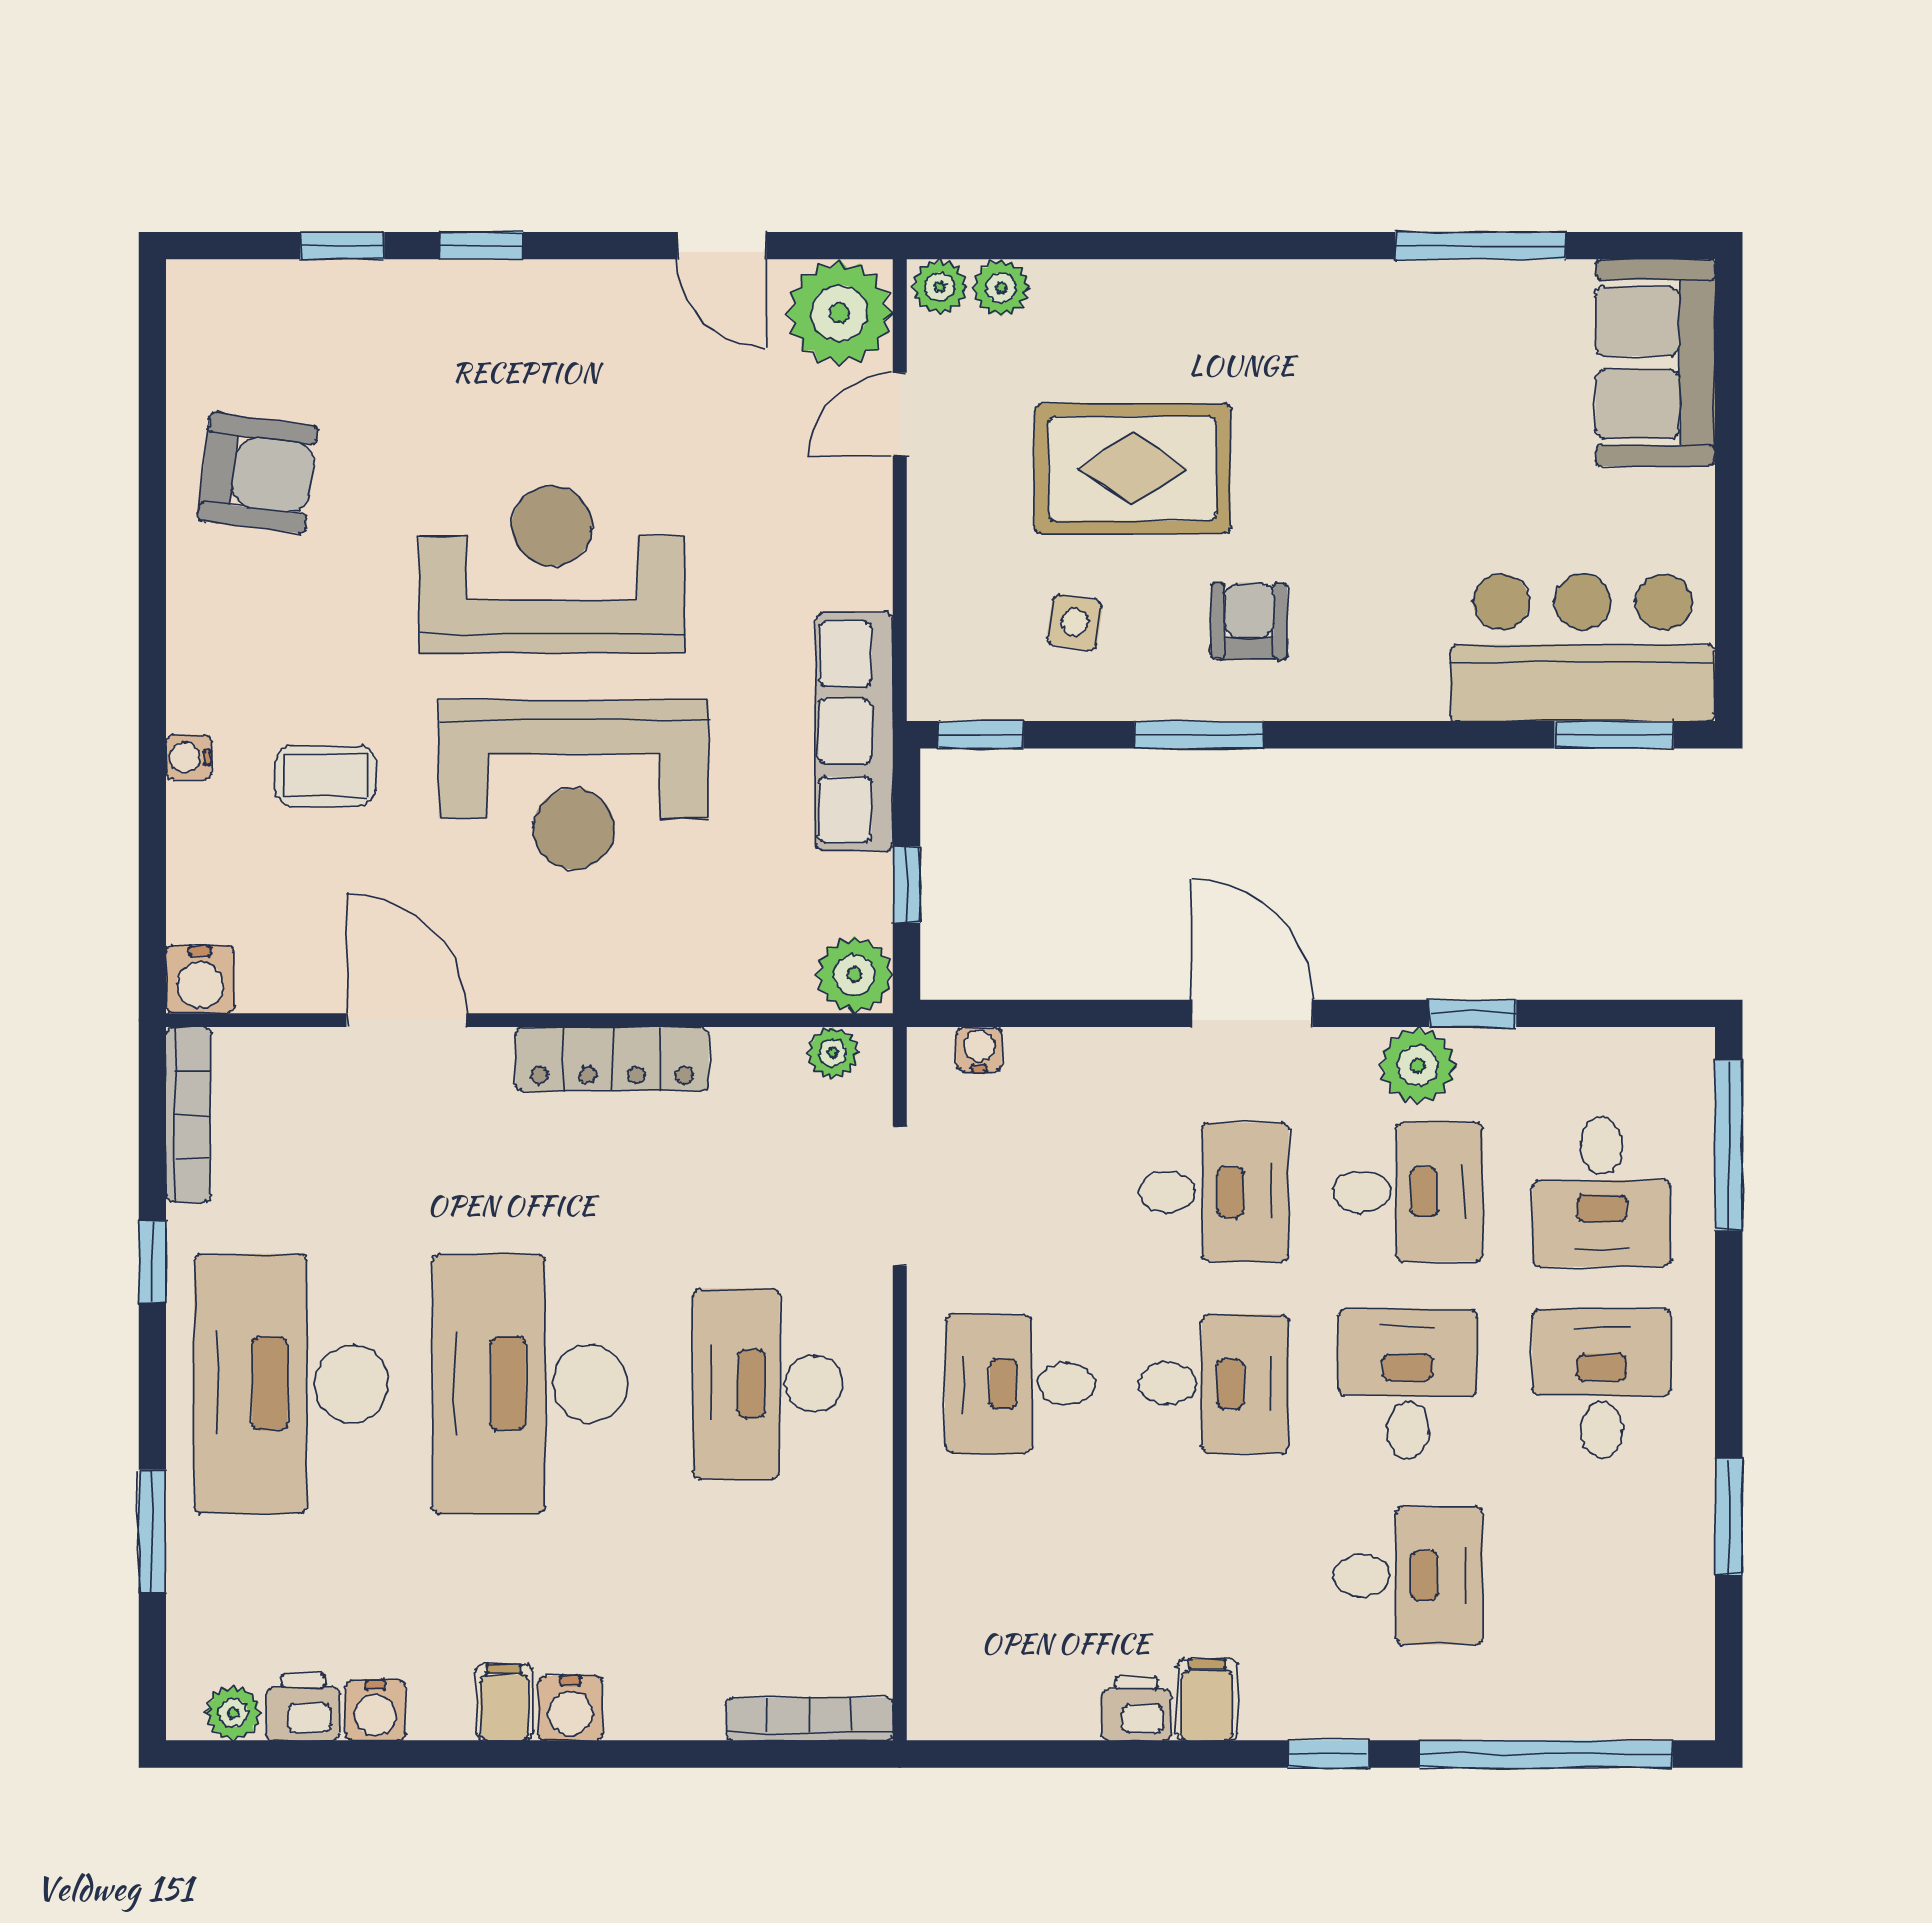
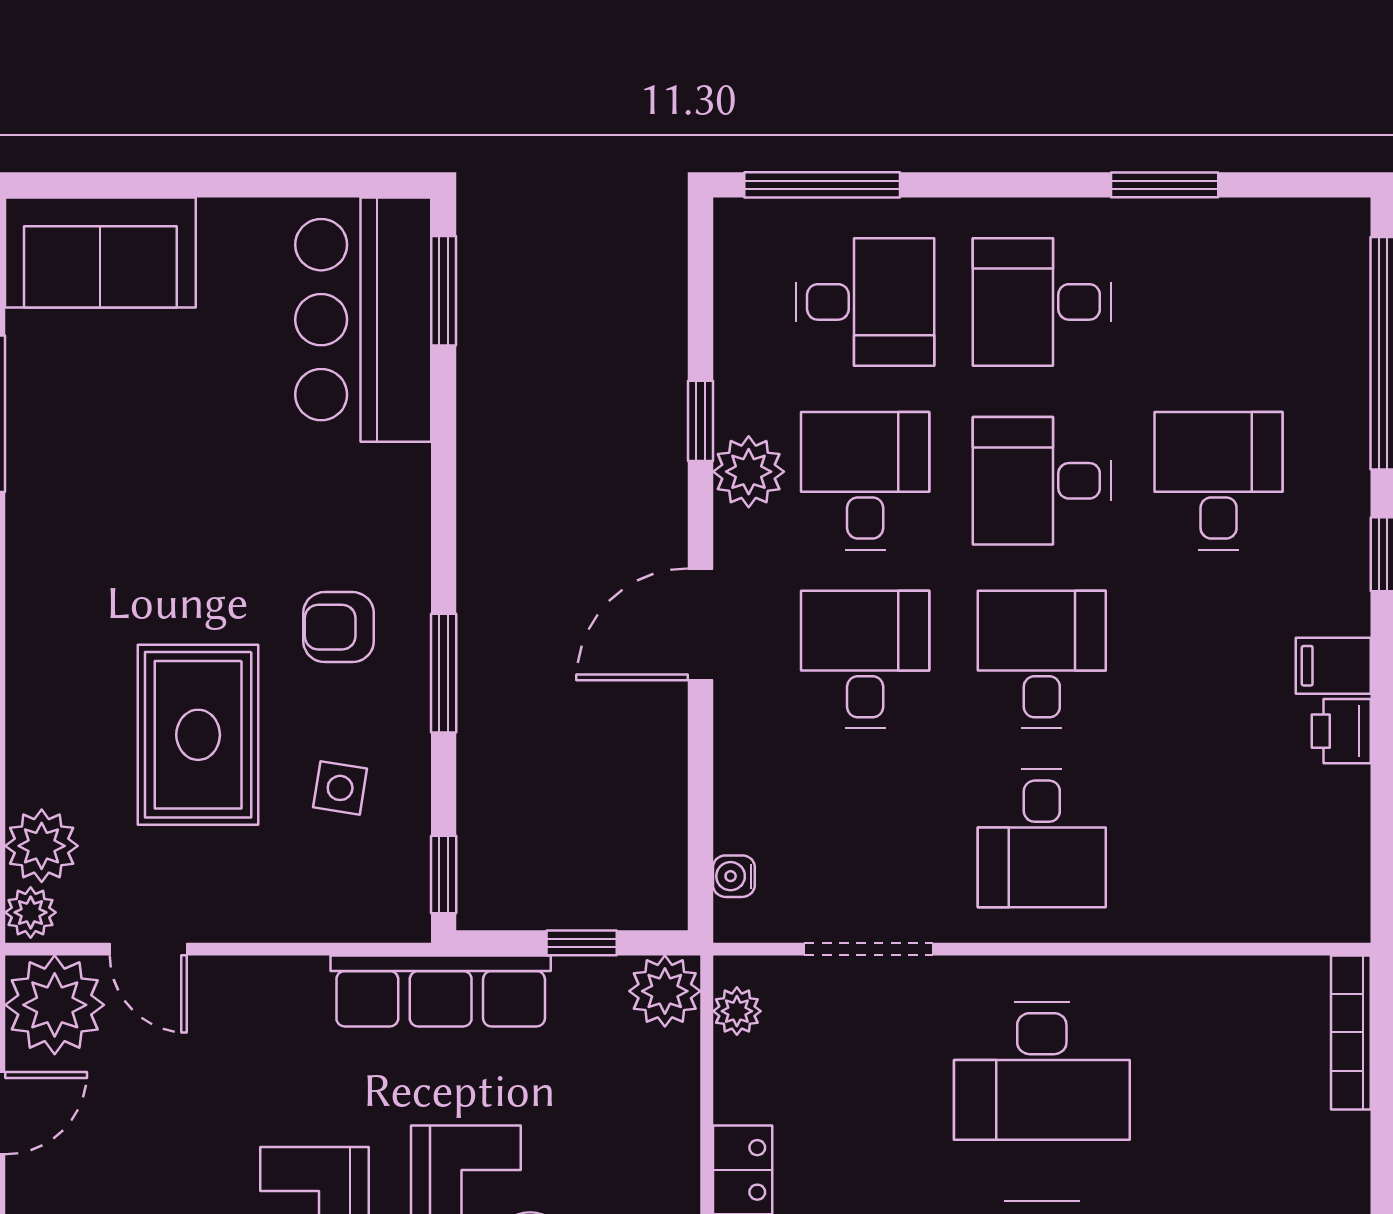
plant: (1001, 288) -> (42, 846), width x1.38, depth x1.38

